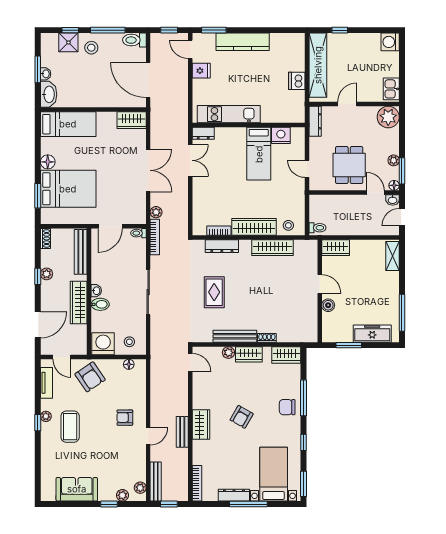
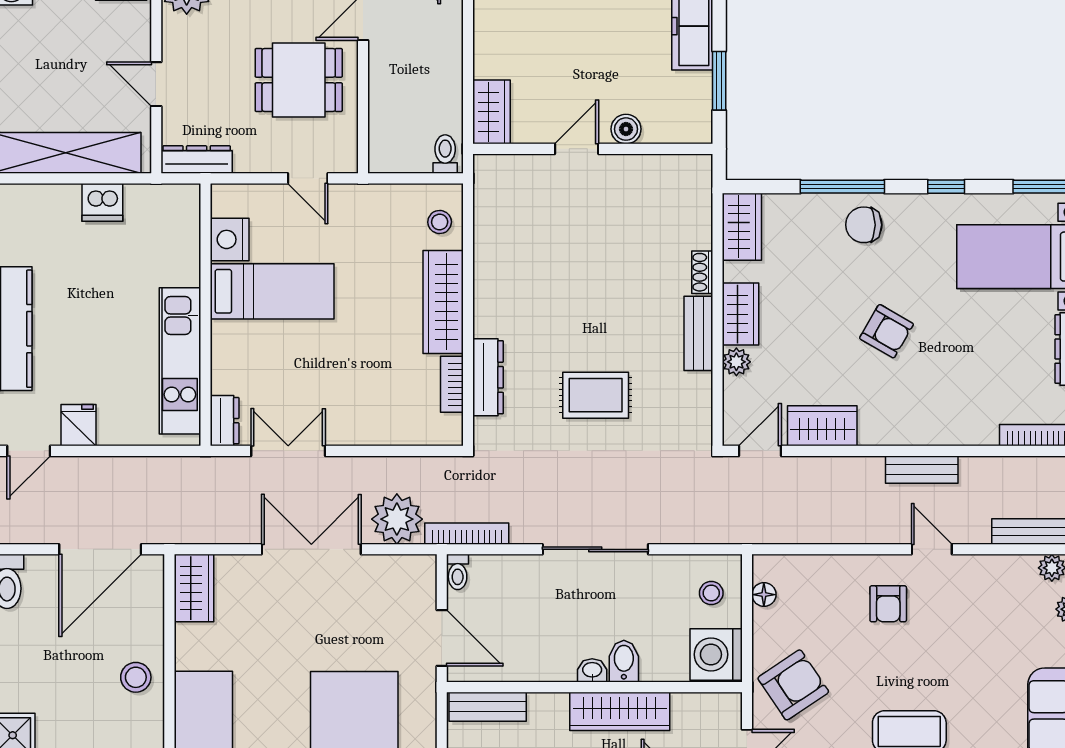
stool: (91, 48) -> (136, 677), moved
door: (307, 169) -> (308, 178), hinge flipped
plant: (156, 212) -> (397, 519), width x1.88, depth x1.88
wardrobe: (273, 248) -> (491, 259), removed
bench: (81, 252) -> (488, 707), width x0.73
bench: (235, 336) -> (698, 333), width x0.73
chair: (287, 407) -> (864, 225), turned 90
wardrobe: (201, 425) -> (822, 426), moved

